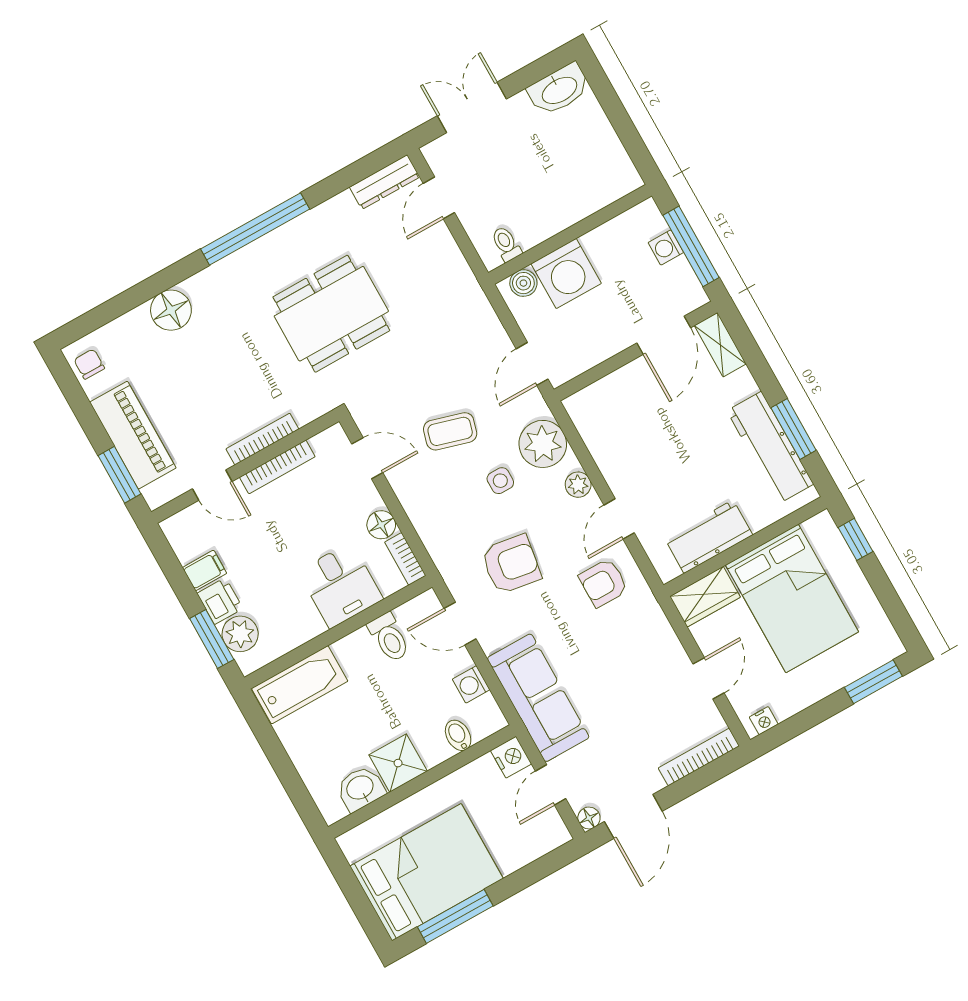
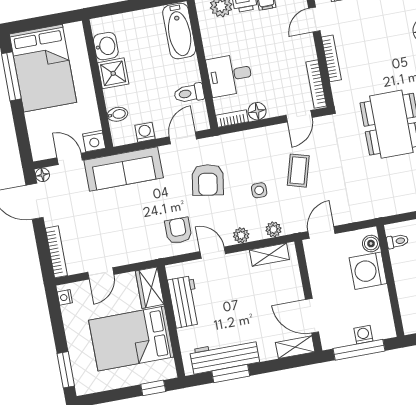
door: (532, 364) -> (322, 232), hinge flipped
shelving: (593, 432) -> (269, 255), added
plant: (543, 444) -> (273, 229), width x0.53, depth x0.53
bookcase: (277, 467) -> (316, 84), moved
door: (709, 678) -> (101, 273), hinge flipped

